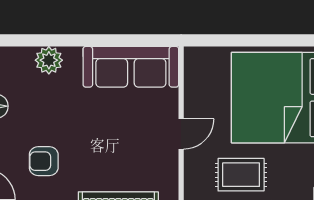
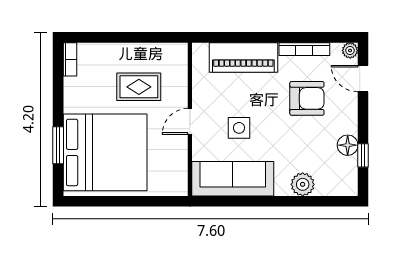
side table: (123, 126) -> (239, 128), added
armchair: (44, 161) -> (307, 98), width x1.38, depth x1.38

